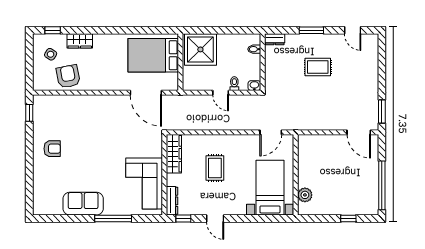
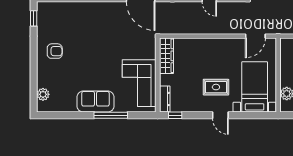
rug: (215, 168) -> (216, 87), moved, turned 90
plant: (39, 196) -> (43, 94), added
sofa: (83, 204) -> (95, 102), moved
door: (215, 219) -> (220, 115), moved

